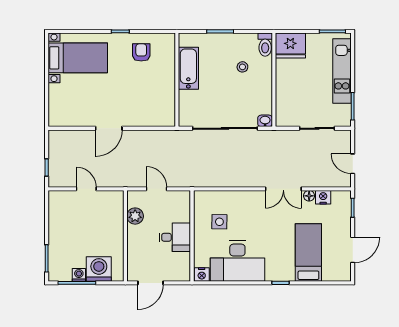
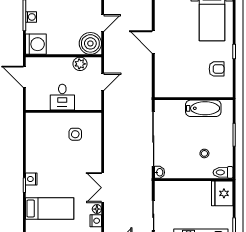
boiler: (111, 204) -> (90, 43), added
desk: (237, 261) -> (43, 149), removed
washing machine: (99, 269) -> (36, 44), moved
nightstand: (202, 274) -> (31, 179), moved

